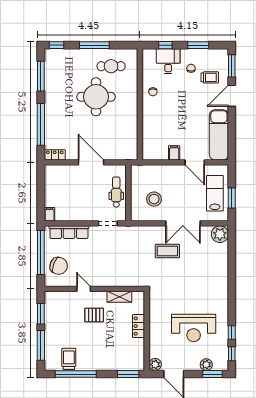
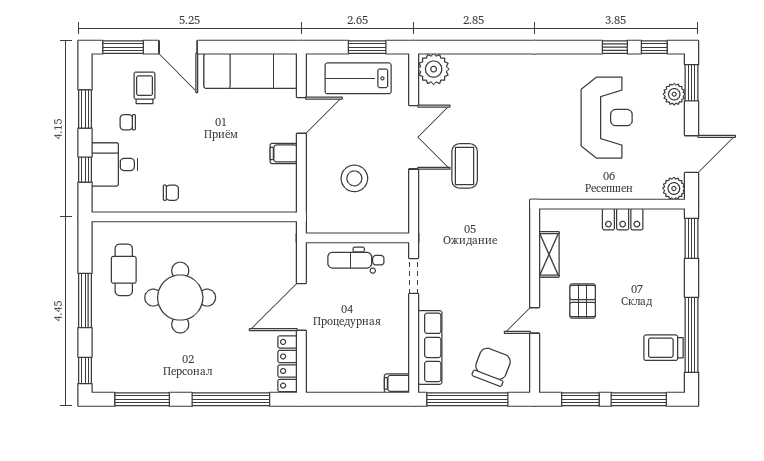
locker: (55, 155) -> (287, 364), width x1.53
stool: (154, 199) -> (354, 178), moved
locker: (139, 326) -> (623, 219), moved

